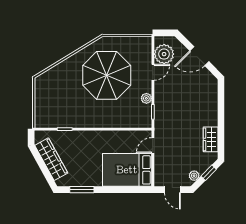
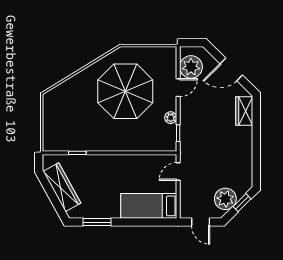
wardrobe: (211, 139) -> (244, 111), moved
bed: (127, 170) -> (149, 206), width x0.67
plant: (194, 176) -> (225, 199), width x1.87, depth x1.87

